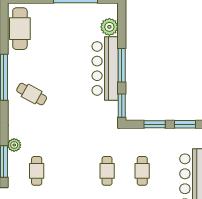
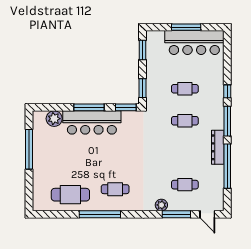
cafe table: (20, 29) -> (70, 195), moved
cafe table: (32, 94) -> (115, 189), turned 61
window: (155, 124) -> (143, 88), moved

